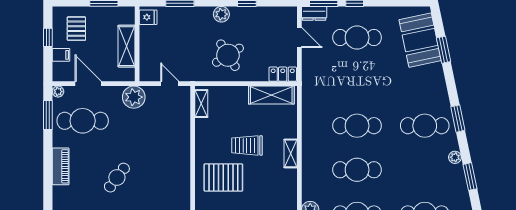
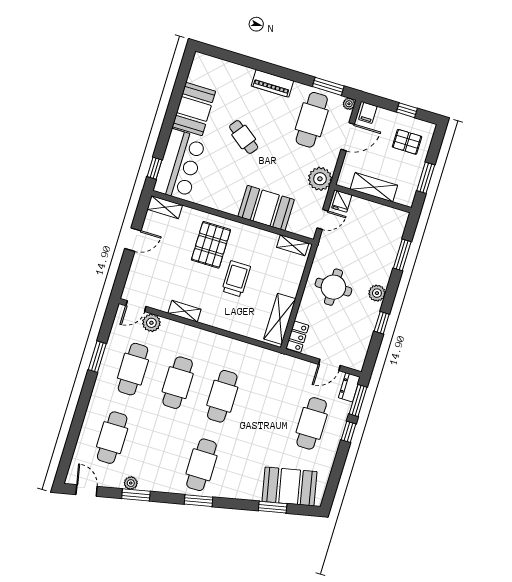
fridge: (148, 17) -> (342, 201), moved
filing cabinet: (61, 55) -> (368, 113), moved
round table: (228, 55) -> (333, 287), turned 32
booth: (175, 138) -> (266, 208), added
shelving: (291, 153) -> (185, 311), moved
plant: (455, 157) -> (131, 483), moved

